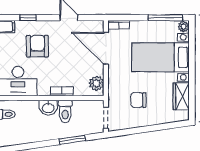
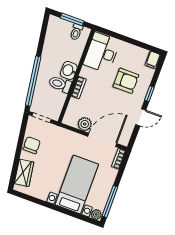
window: (28, 18) -> (149, 94), moved
plant: (96, 83) -> (85, 124), moved
wardrobe: (181, 96) -> (24, 173), moved, turned 82
chair: (138, 100) -> (32, 145), moved
window: (72, 140) -> (33, 81), width x2.11

